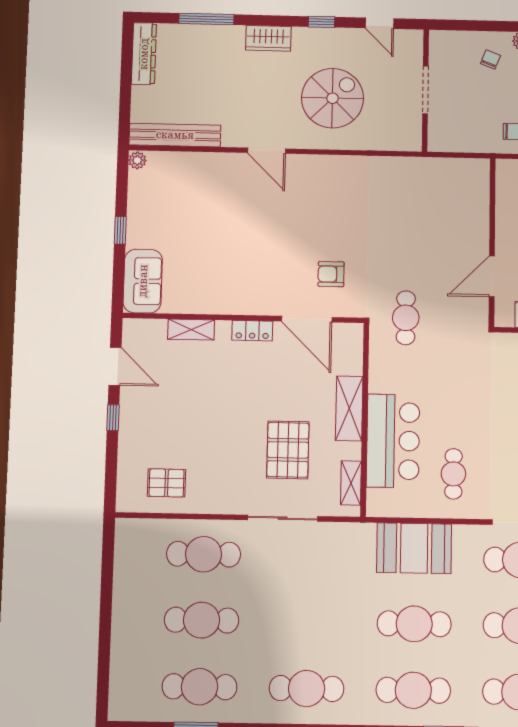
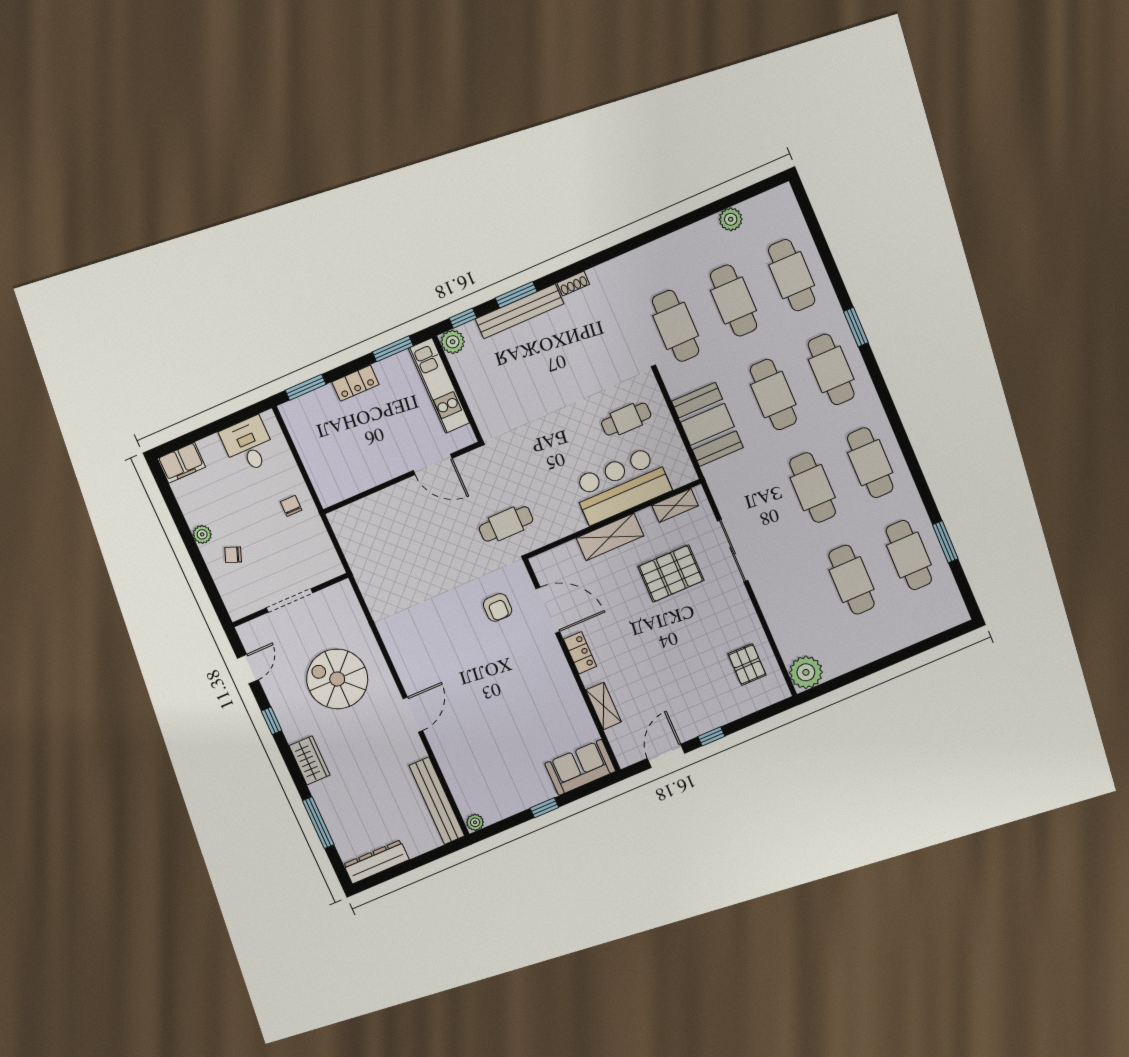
door: (307, 319) -> (548, 610), hinge flipped
plant: (132, 536) -> (806, 672), added
cafe table: (204, 554) -> (813, 488), moved

